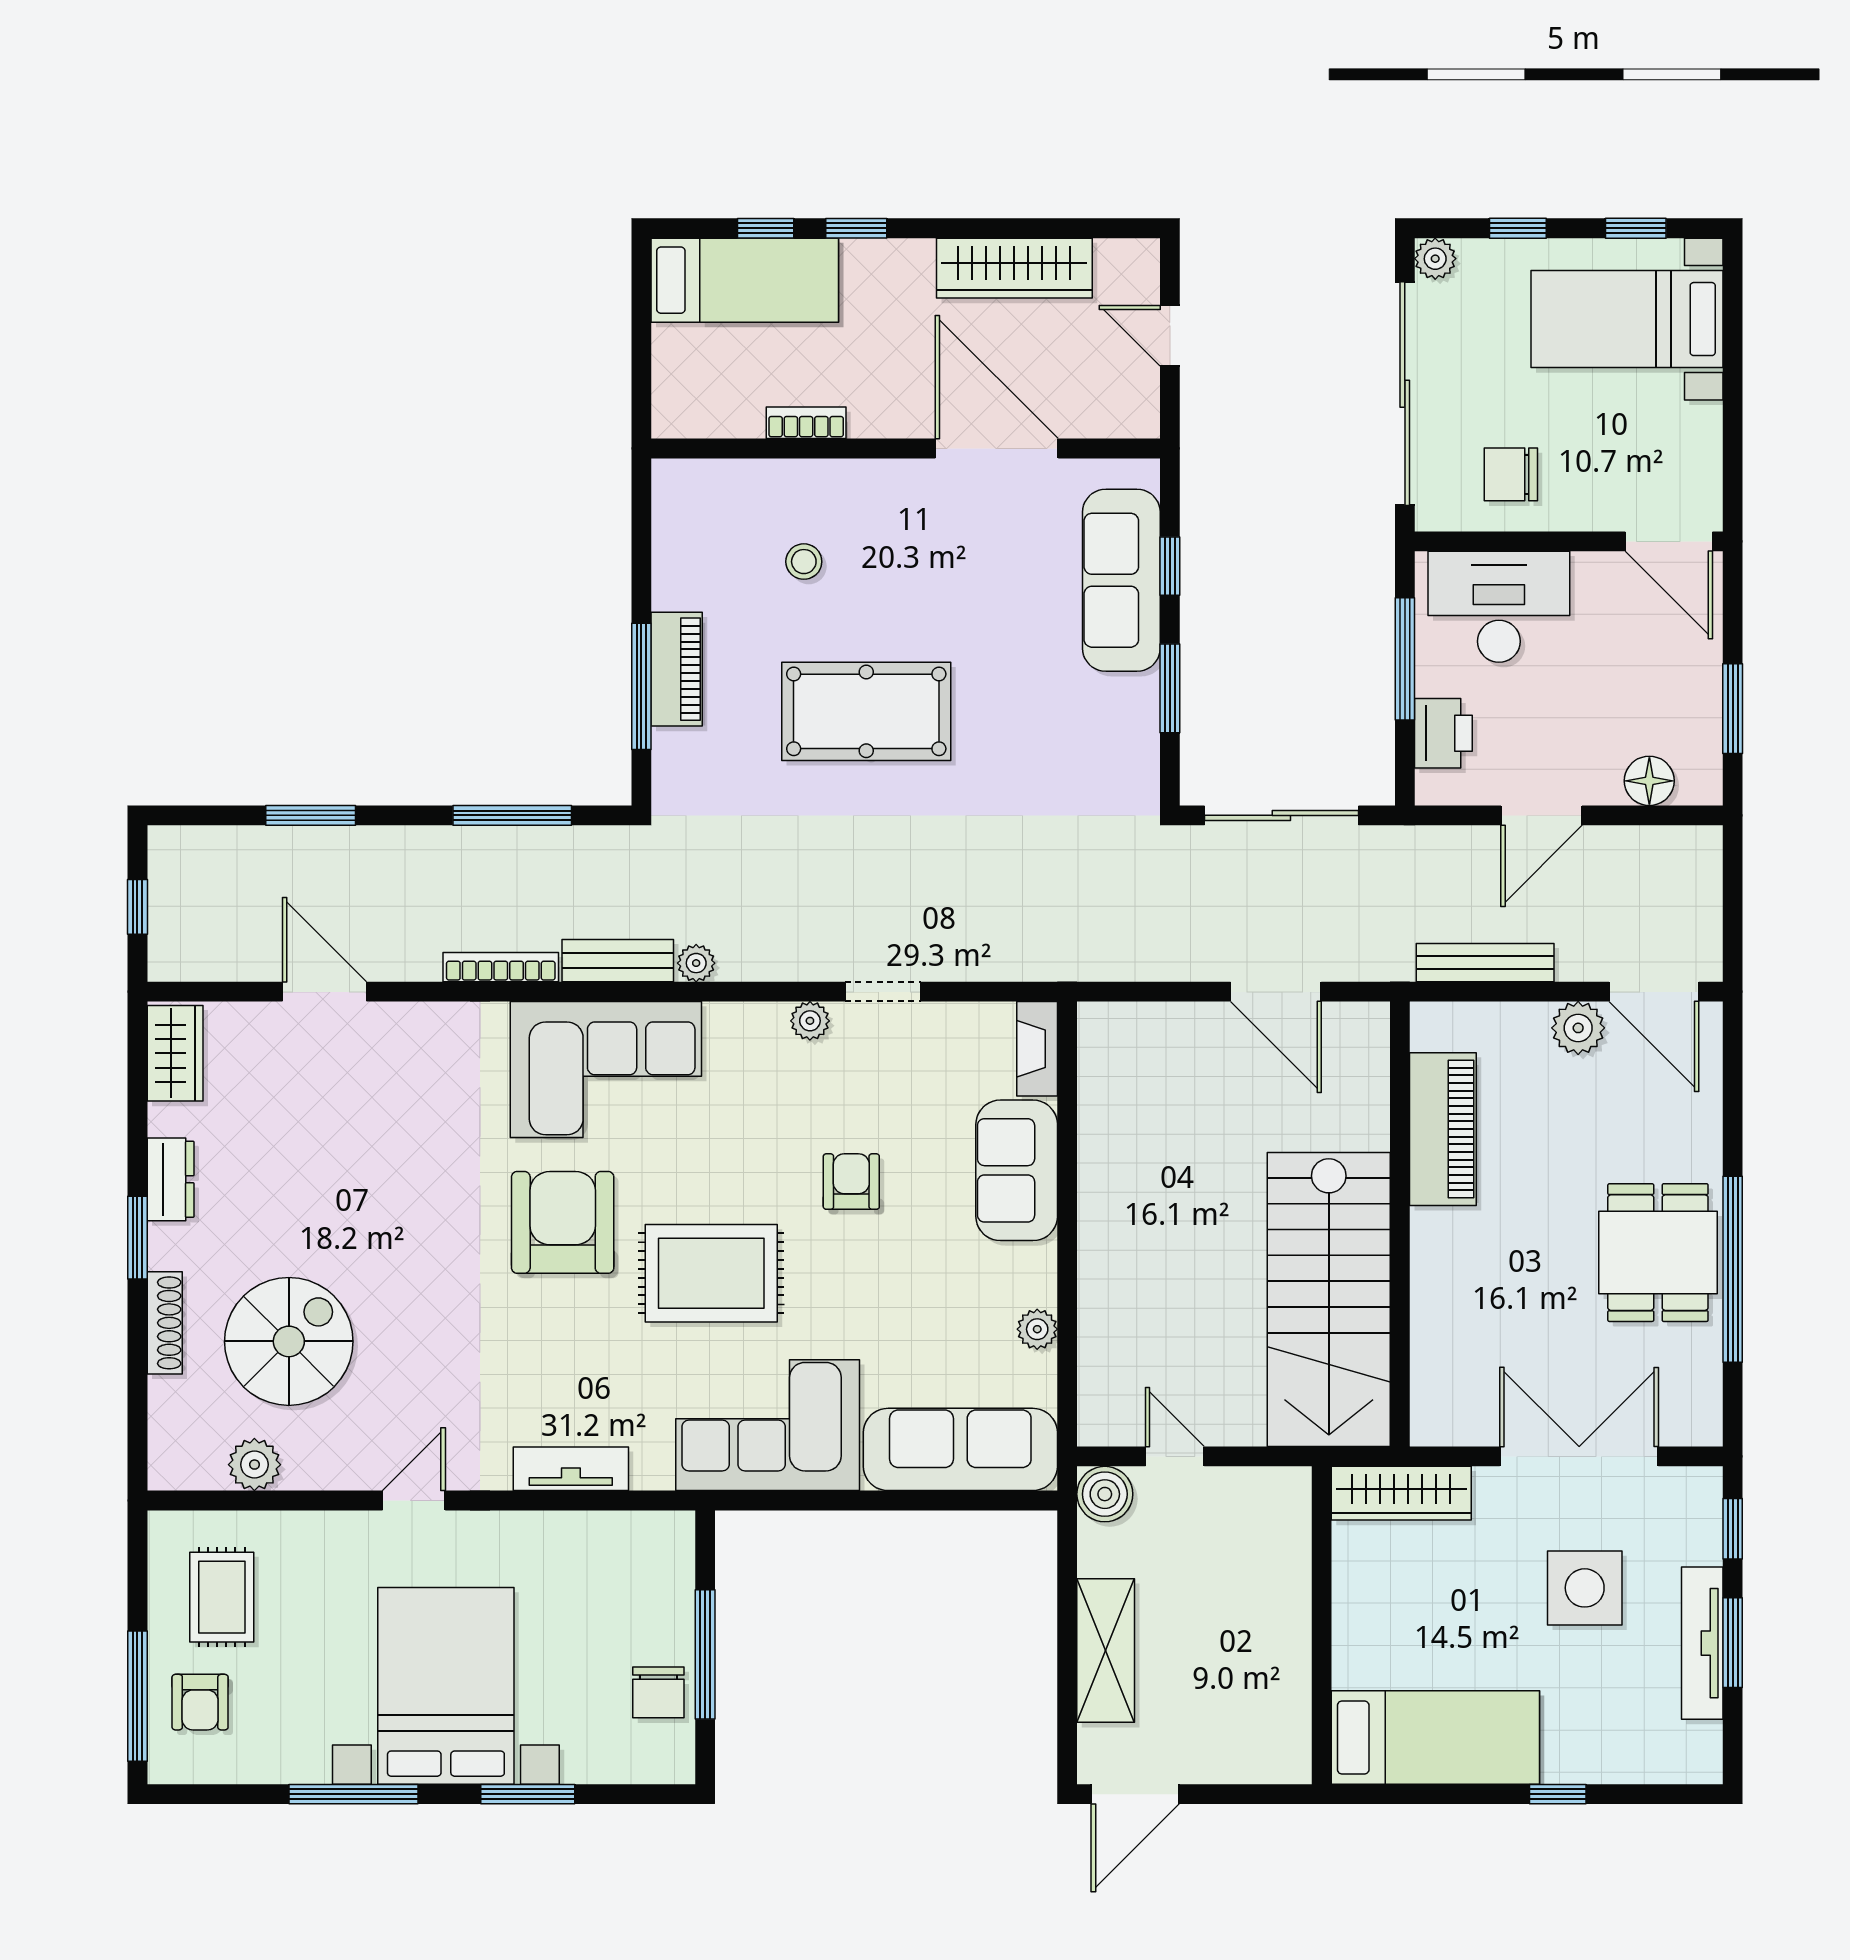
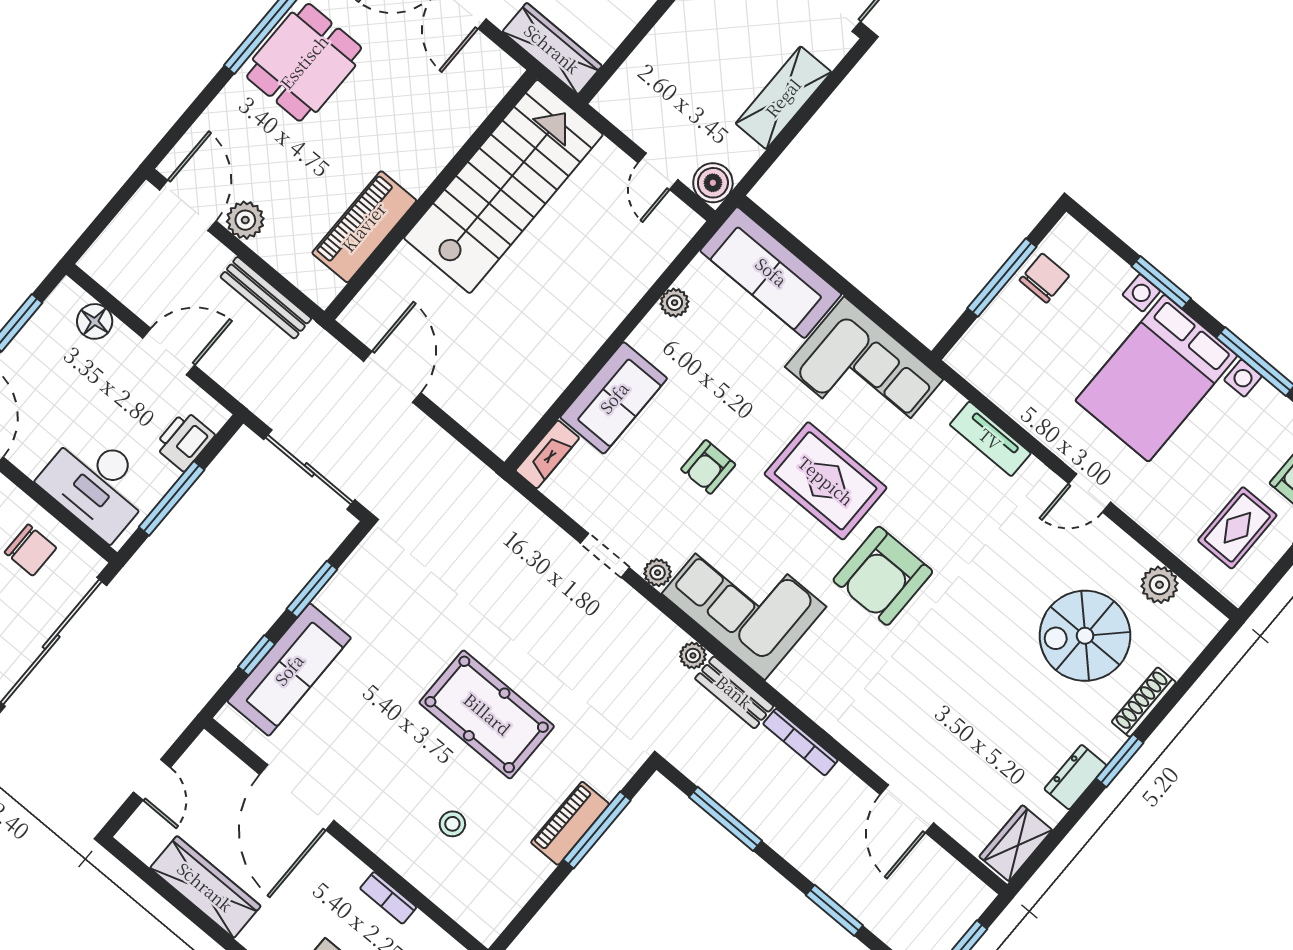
corner sofa: (606, 1070) -> (744, 600), moved

